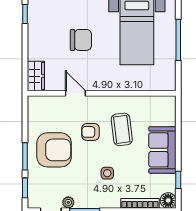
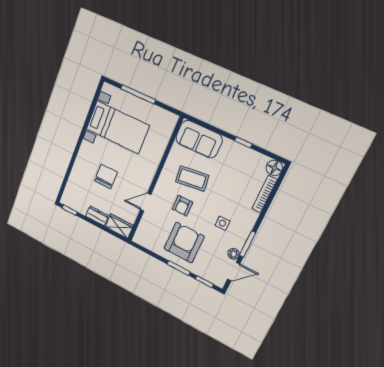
dresser: (34, 47) -> (97, 216), added
sofa: (162, 150) -> (199, 139), moved
side table: (107, 173) -> (223, 223), moved
window: (178, 180) -> (243, 142), moved

